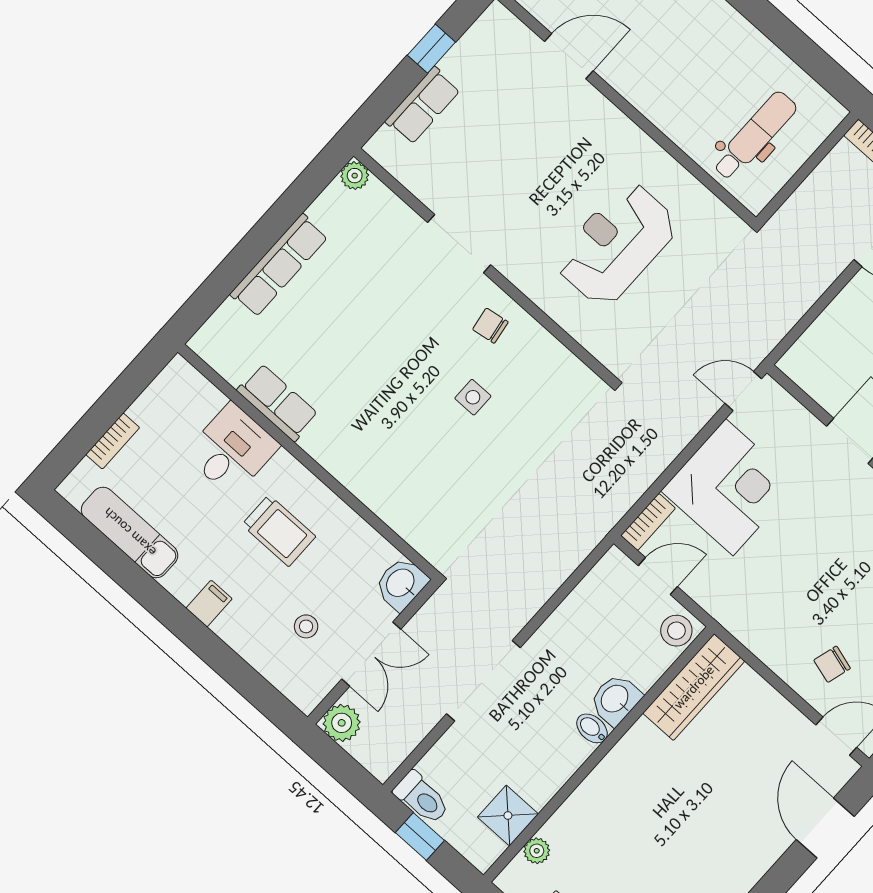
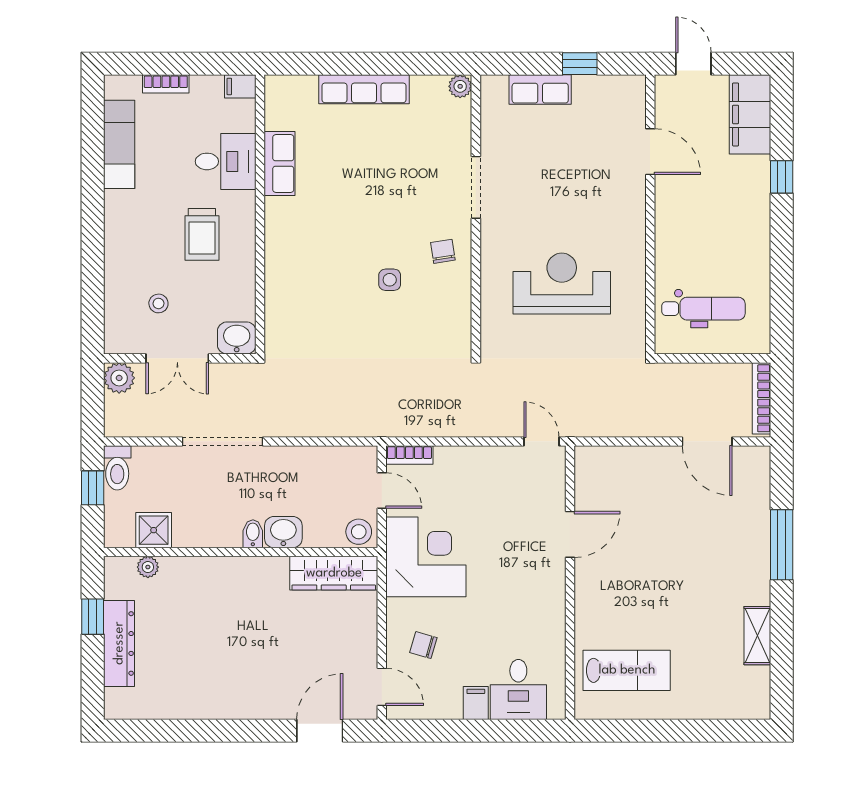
corner desk: (729, 487) -> (426, 557), moved, turned -90
filing cabinet: (209, 604) -> (240, 86), moved, turned 180

